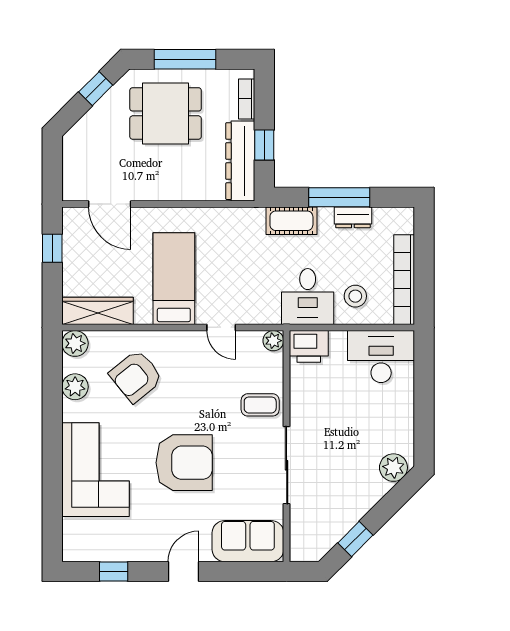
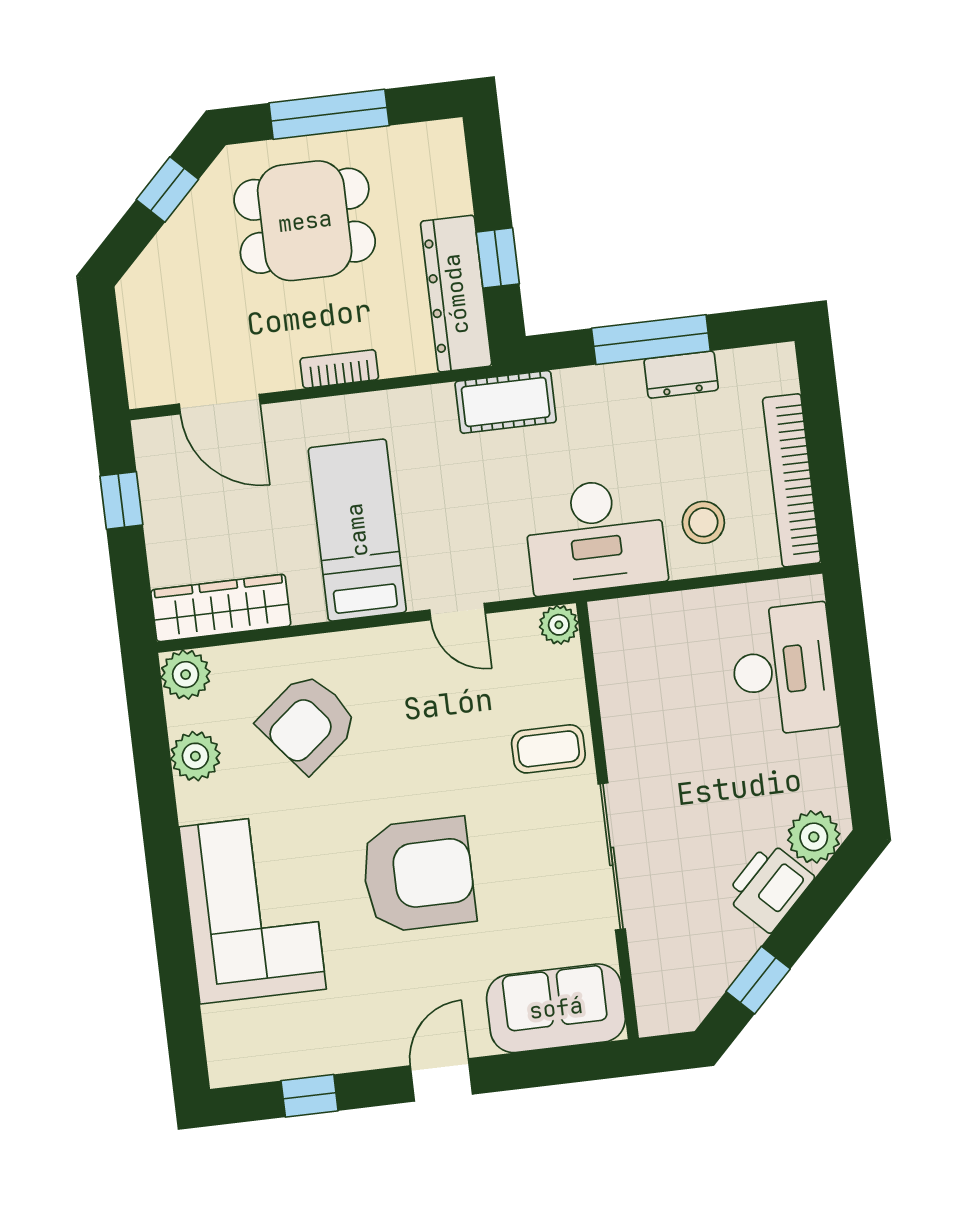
bookcase: (247, 99) -> (339, 369), moved, turned 90
cot: (291, 221) -> (506, 402), moved
desk: (308, 296) -> (595, 536), width x1.37
printer: (309, 346) -> (769, 887), moved, turned 135
desk: (381, 357) -> (784, 670), moved, turned 90

